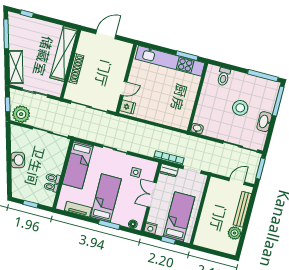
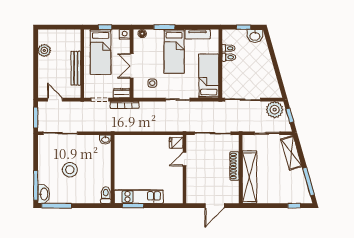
kitchen unit: (170, 61) -> (139, 197), width x0.73
toilet: (224, 77) -> (106, 195), moved
washbasin: (264, 122) -> (44, 194), moved
washbasin: (18, 160) -> (255, 36), moved, turned -74
door: (237, 181) -> (55, 100), swing flipped
double door: (152, 195) -> (132, 66), swing flipped
bench: (242, 209) -> (76, 68), moved

